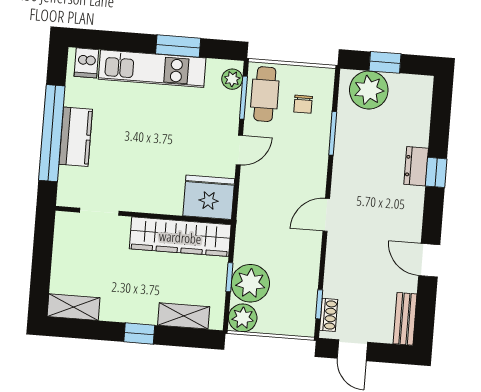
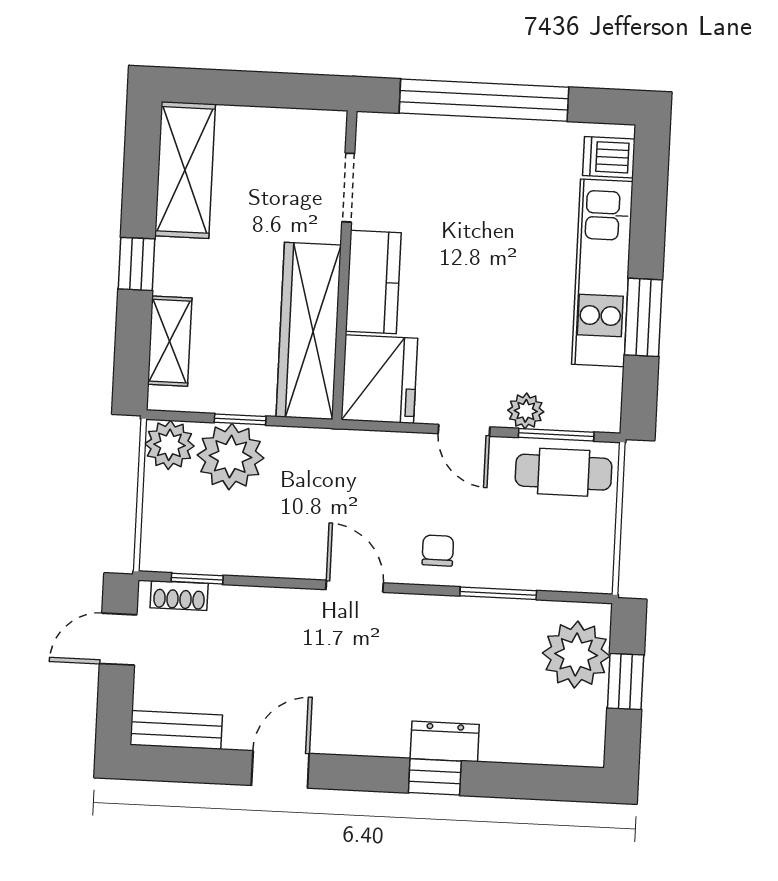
plant: (232, 79) -> (526, 411), moved
chair: (303, 104) -> (438, 551), moved, turned 90
kitchen counter: (76, 137) -> (373, 282), moved, turned -90
shelving: (73, 307) -> (185, 170), width x1.50, depth x1.33

